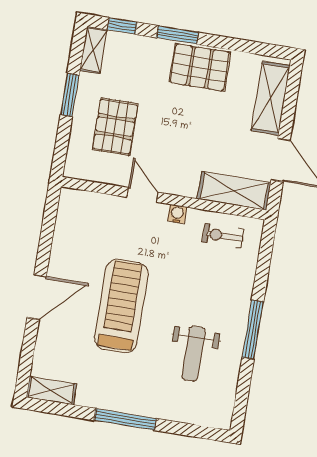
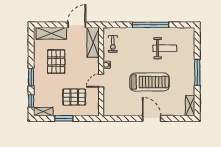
pallet: (200, 67) -> (56, 62), moved
treadmill: (121, 306) -> (150, 82), turned 180
window: (253, 330) -> (150, 25), width x1.46

